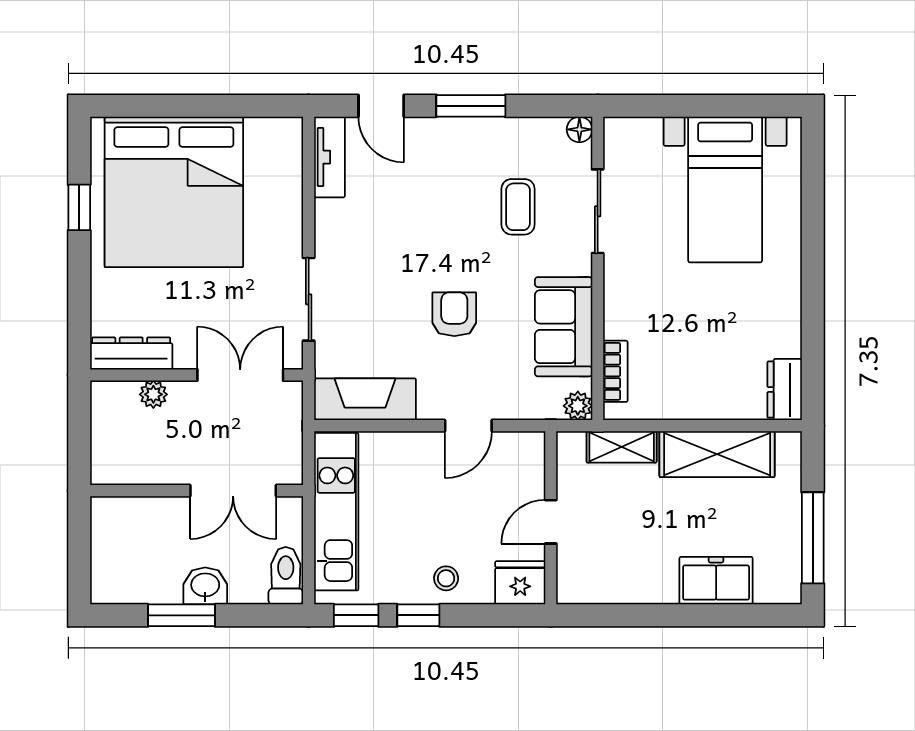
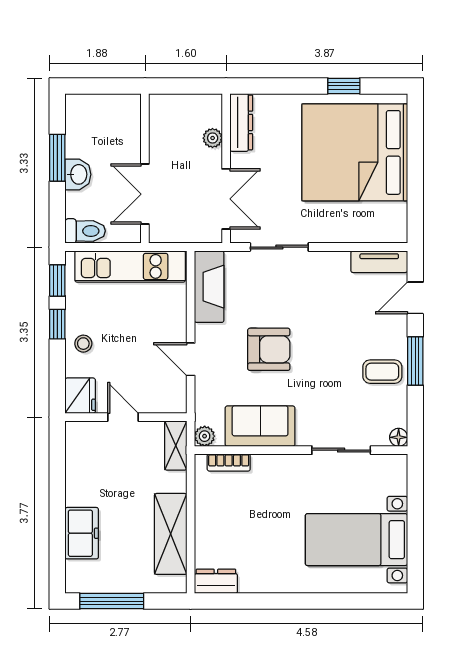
coffee table: (518, 207) -> (382, 372), moved
armchair: (454, 314) -> (269, 349), width x1.38, depth x1.38
shelving: (622, 447) -> (176, 445), moved

